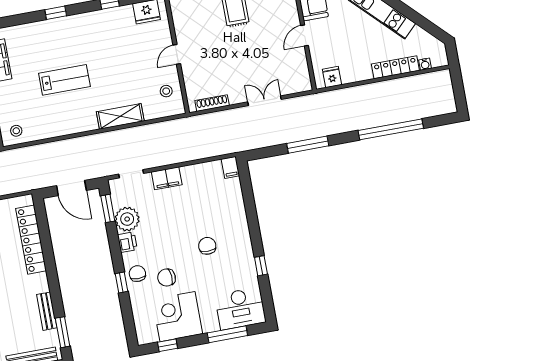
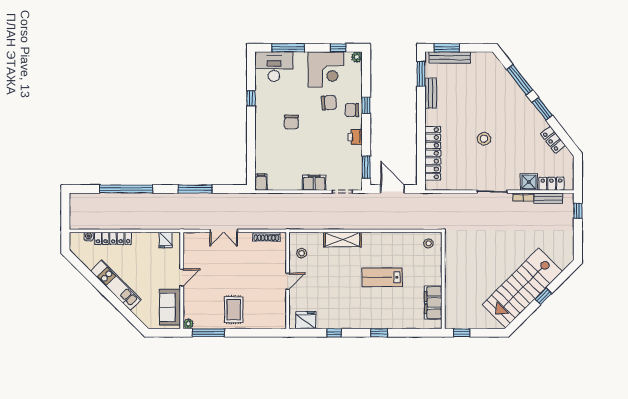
plant: (127, 219) -> (357, 57), moved, width x0.53, depth x0.53
chair: (137, 274) -> (352, 110), turned 90

